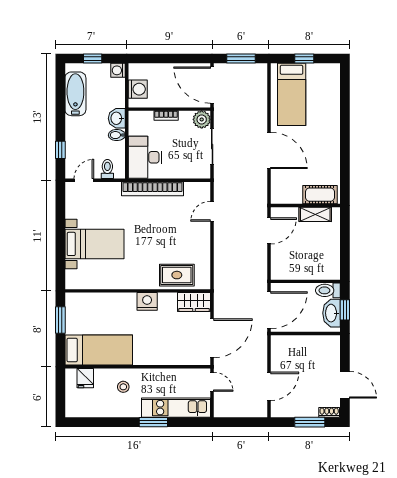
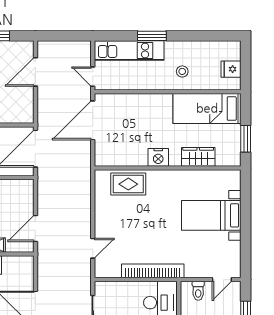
wardrobe: (194, 302) -> (198, 157), moved
fridge: (85, 378) -> (231, 69), moved, turned -90

